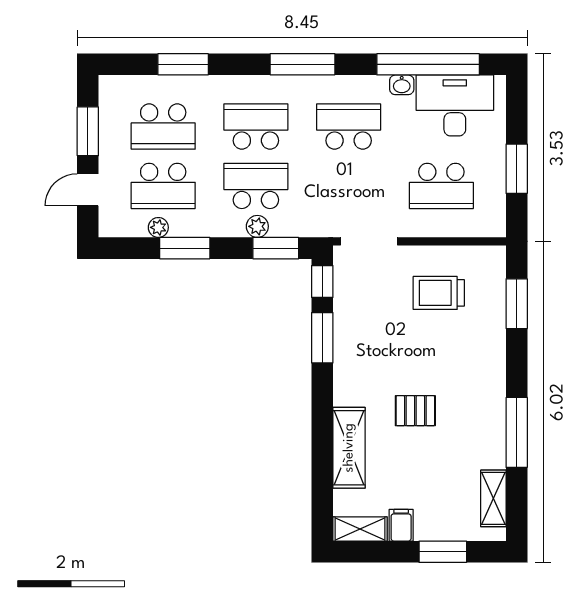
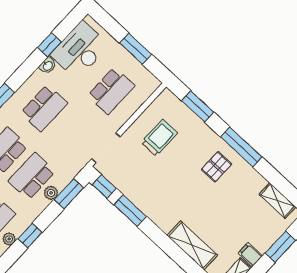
window: (428, 64) -> (49, 45), width x0.32
school desk: (349, 127) -> (44, 108), turned 180
window: (185, 248) -> (30, 236), width x0.67
trolley: (439, 293) -> (159, 138), turned 180
pallet: (415, 411) -> (217, 167), moved
window: (517, 432) -> (241, 147), moved

